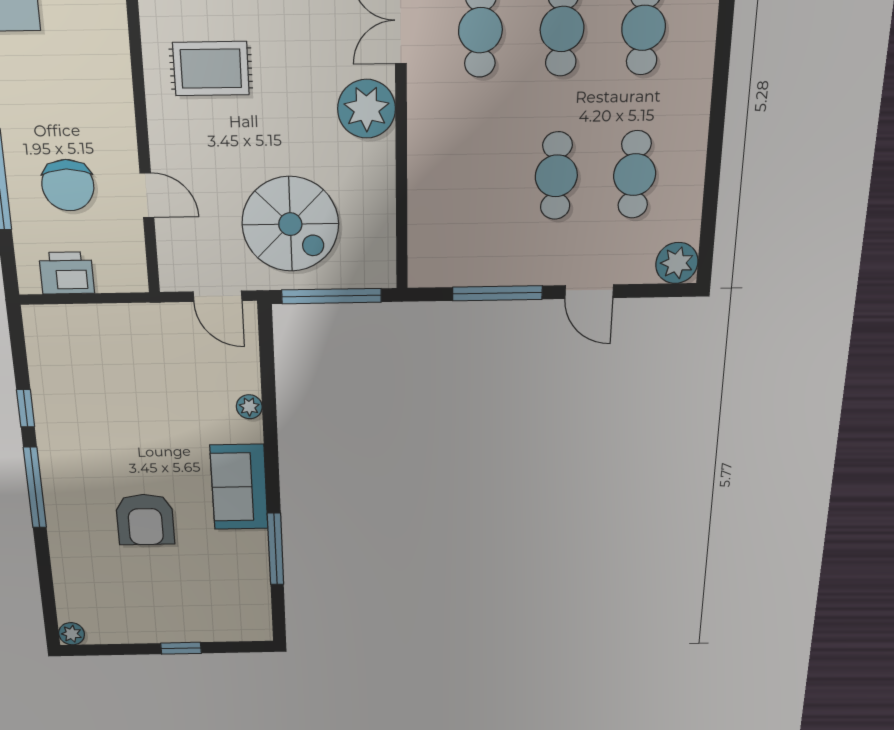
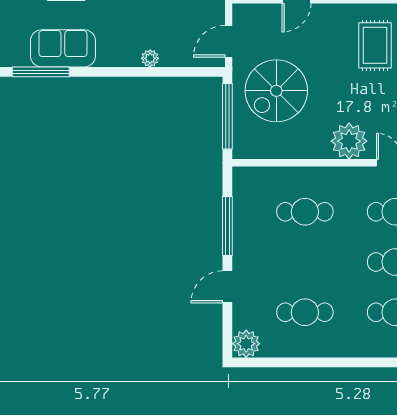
cafe table: (556, 176) -> (305, 212), moved
sofa: (239, 487) -> (63, 48), moved

